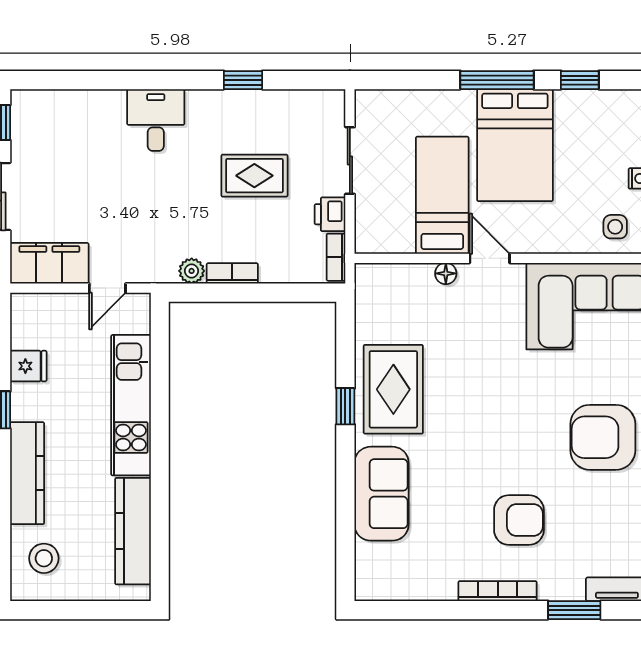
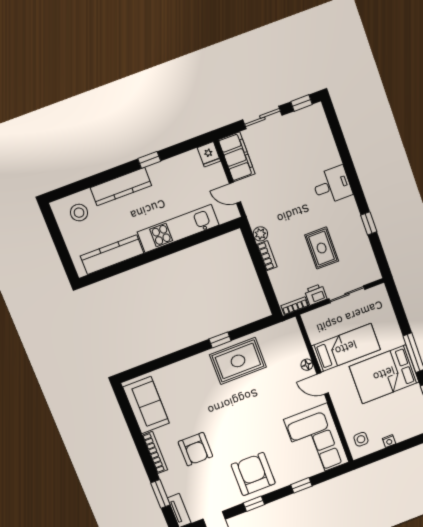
door: (490, 258) -> (323, 384), swing flipped
fridge: (28, 366) -> (209, 154), moved
sofa: (382, 494) -> (146, 405), moved, turned -90

